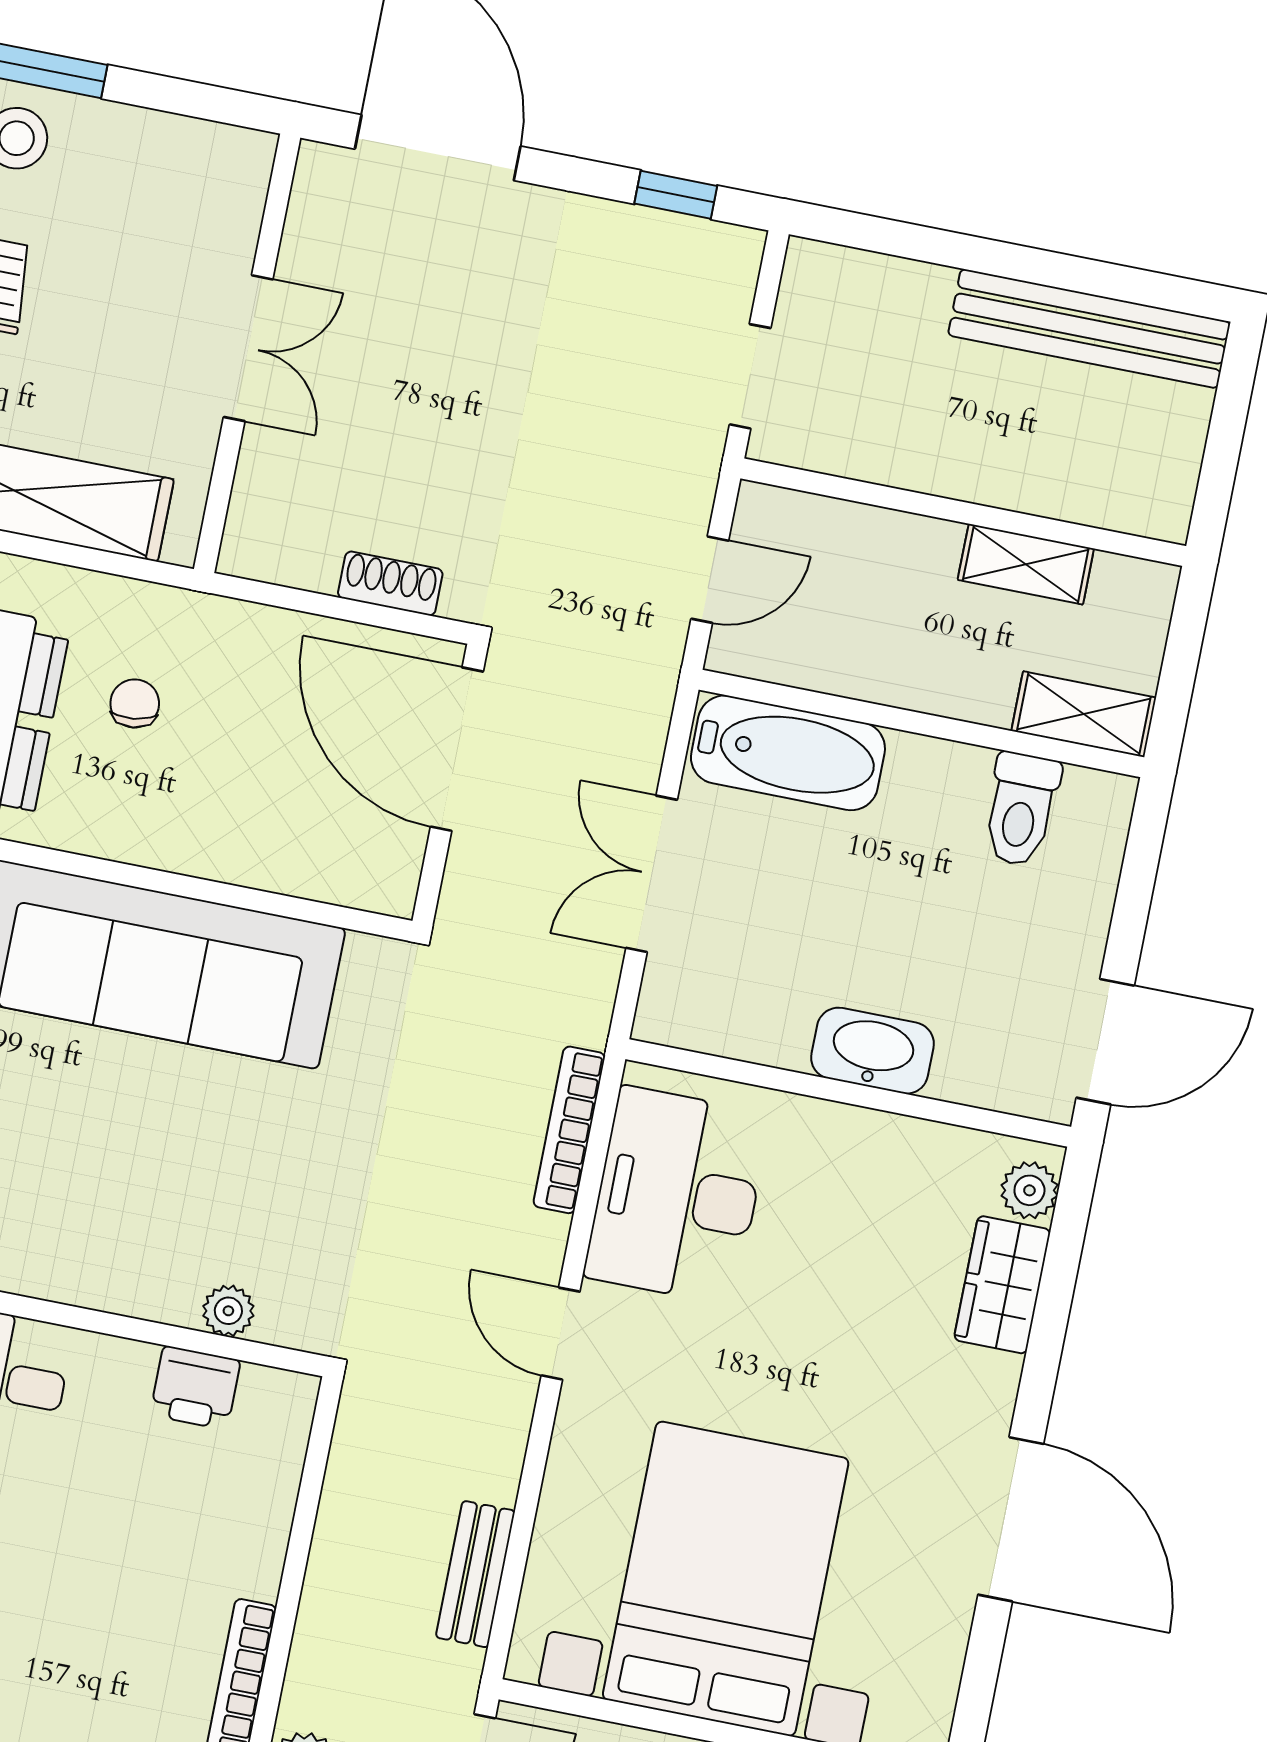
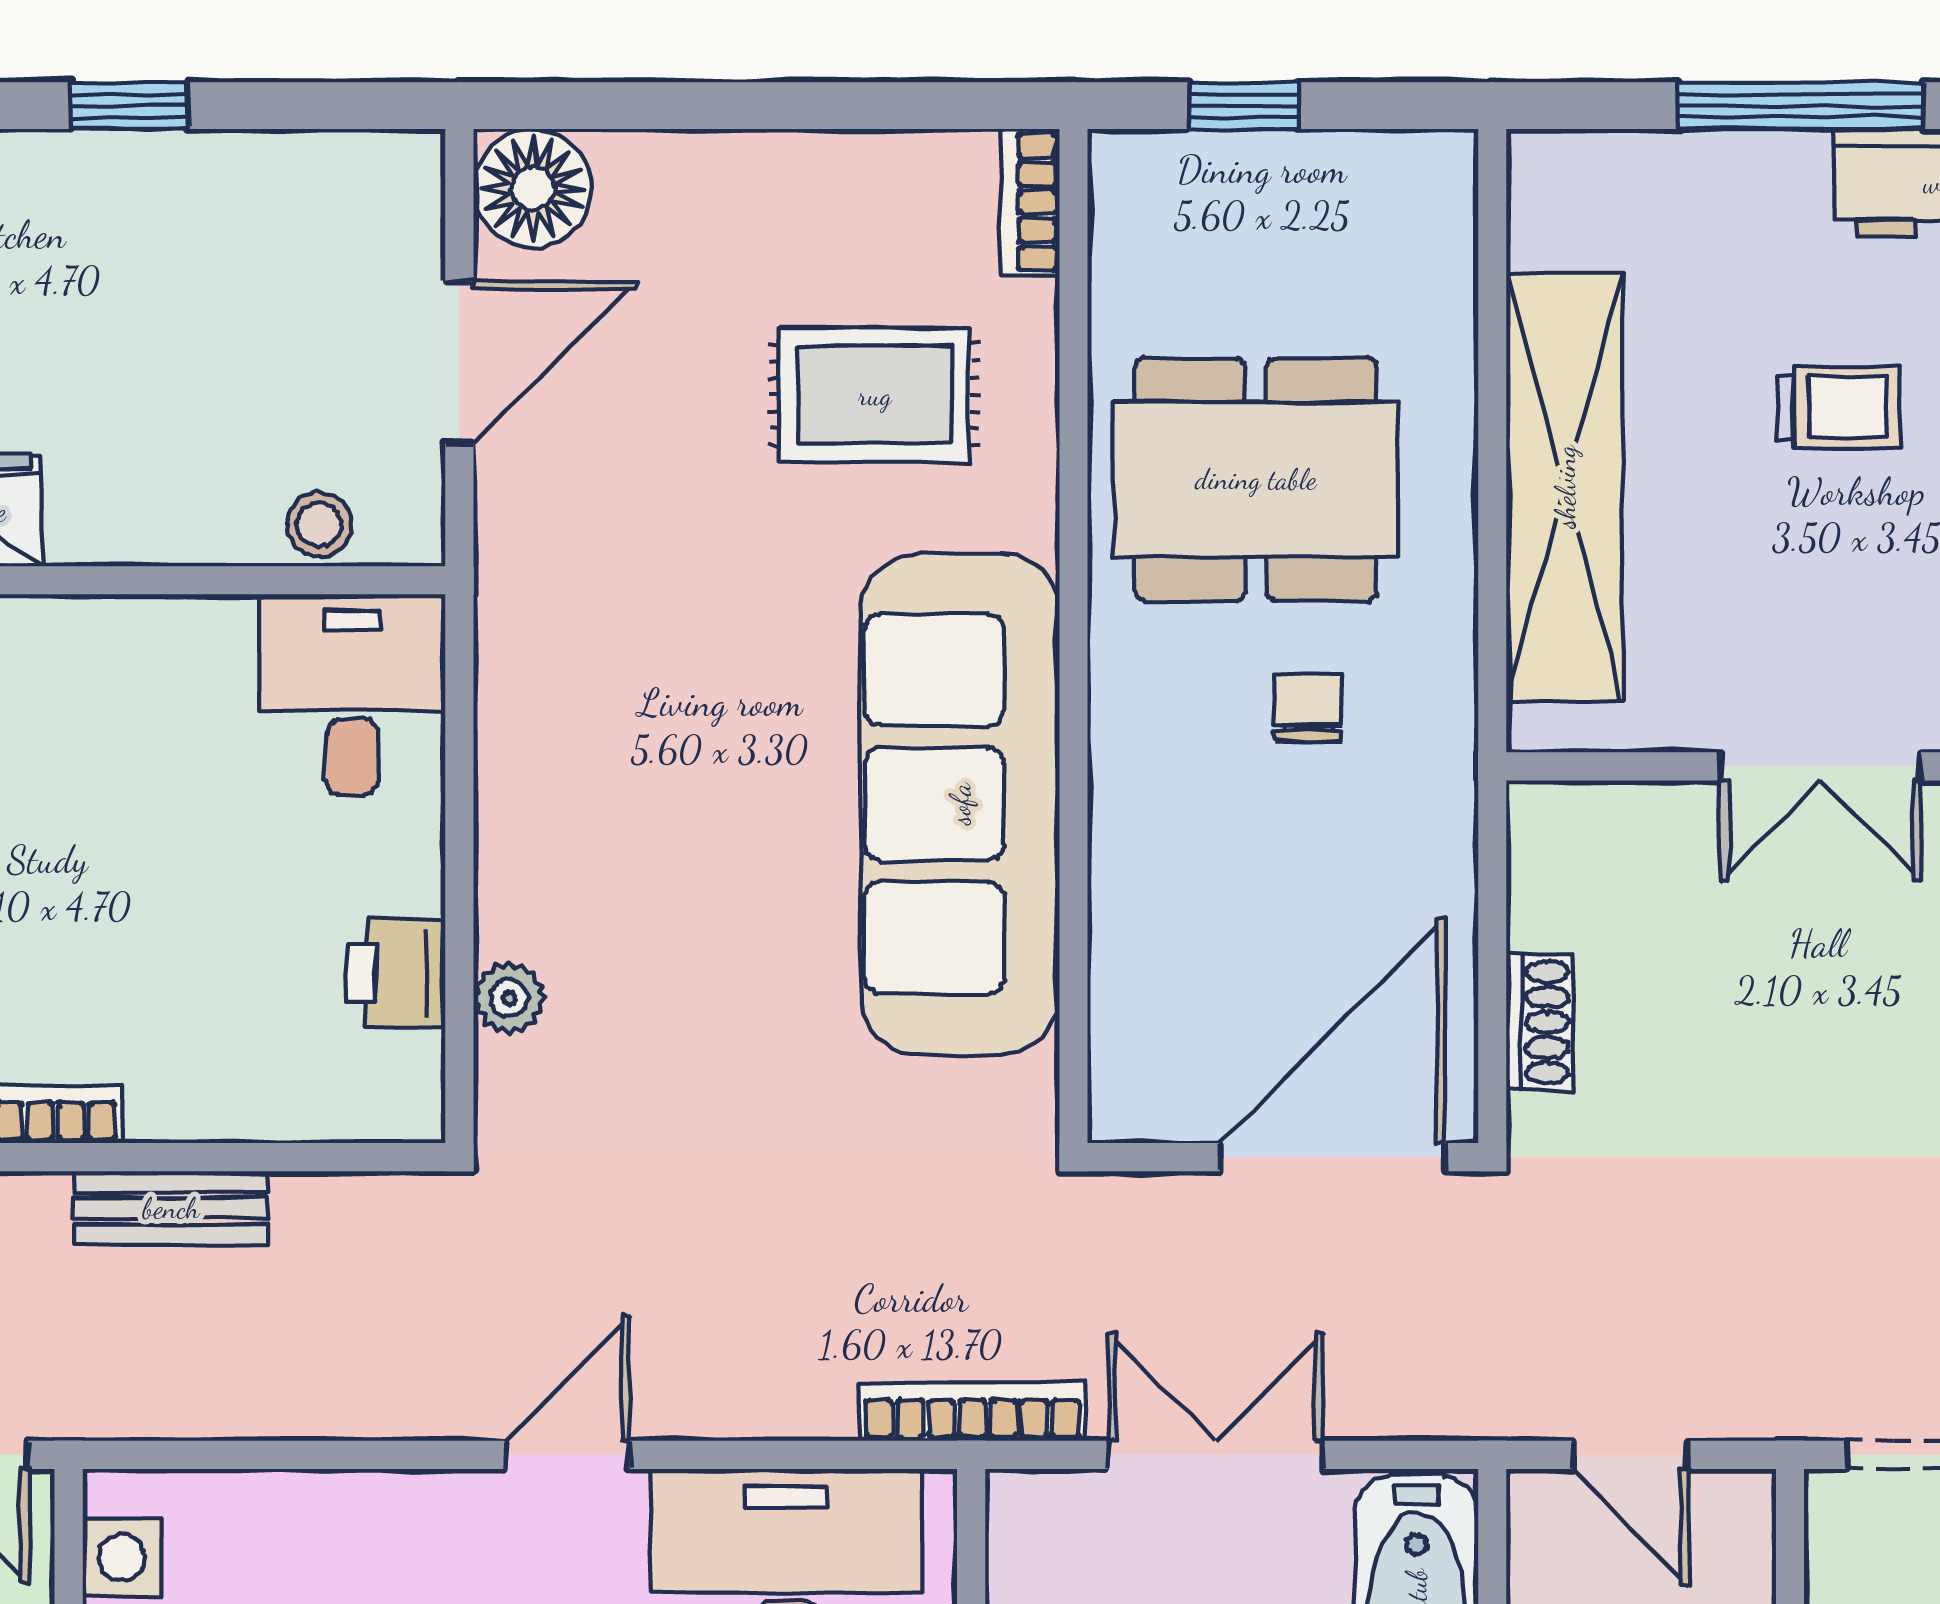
chair: (135, 703) -> (1308, 708), turned -83
bookcase: (569, 1130) -> (972, 1412), moved
bench: (475, 1574) -> (171, 1208), moved

